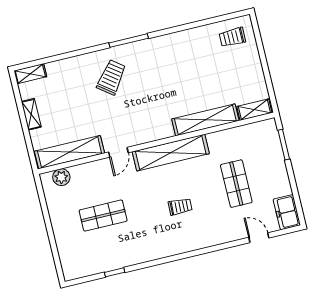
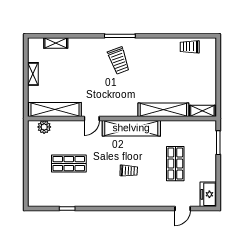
trolley: (232, 37) -> (190, 47), moved
shelving: (30, 74) -> (56, 43), moved
trolley: (111, 77) -> (119, 61), moved, turned 123
door: (259, 238) -> (183, 209), swing flipped

